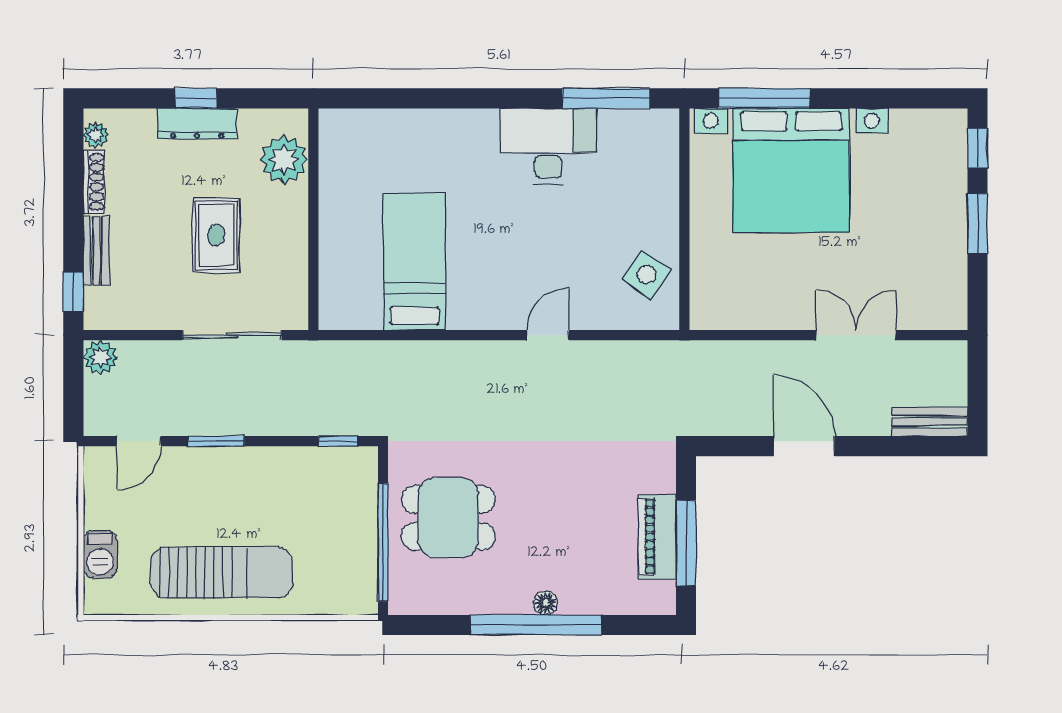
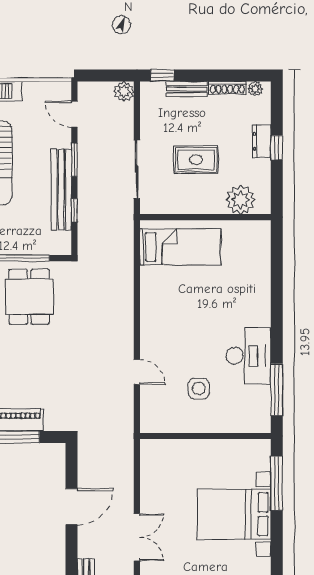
dresser: (197, 124) -> (262, 141), width x0.70
bed with nightstands: (791, 170) -> (234, 514), width x0.73
bed: (414, 262) -> (180, 247), moved
side table: (646, 275) -> (199, 389), moved, turned -35
door: (548, 335) -> (137, 372), moved
window: (338, 441) -> (74, 210), moved
bench: (267, 463) -> (61, 189), added

